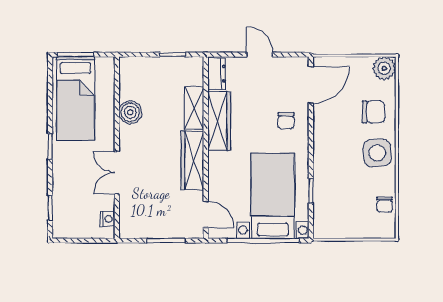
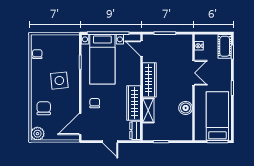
chair: (373, 112) -> (44, 108), turned 90
side table: (377, 153) -> (59, 81), moved
cot: (63, 218) -> (225, 46), added

